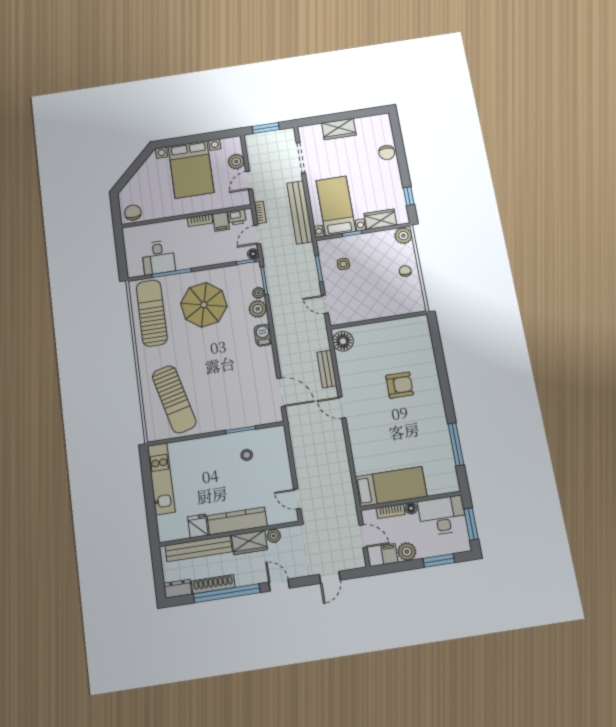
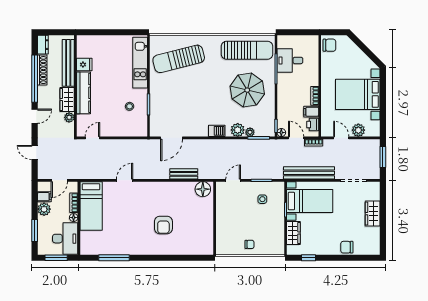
plant: (403, 236) -> (278, 248), removed
door: (342, 407) -> (125, 180), moved
kitchen unit: (161, 479) -> (140, 63), moved, turned 90

